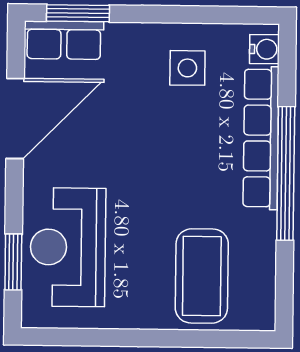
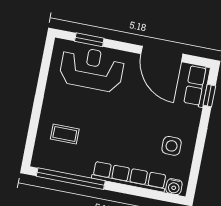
window: (78, 13) -> (209, 95), width x0.67
window: (286, 173) -> (71, 179), moved
coffee table: (202, 276) -> (65, 134), width x0.54, depth x0.58

